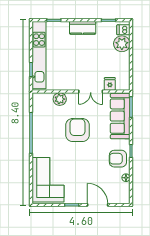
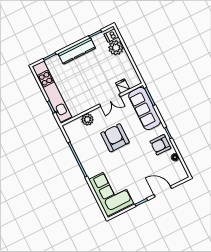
kitchen counter: (83, 28) -> (77, 51), width x1.50

